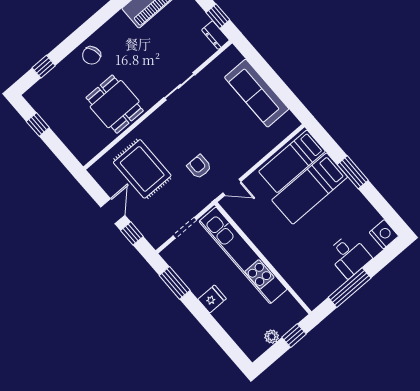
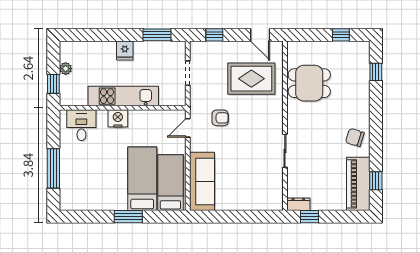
chair: (92, 55) -> (355, 137), moved, turned -54
sofa: (257, 93) -> (202, 181), moved, turned 90
dining table: (115, 104) -> (309, 83), moved
door: (113, 211) -> (260, 35), moved
nightstand: (384, 234) -> (118, 118), moved, turned 180
kitchen unit: (243, 255) -> (123, 96), width x0.73
desk: (349, 256) -> (81, 125), moved, turned 90
window: (350, 288) -> (53, 168), moved

